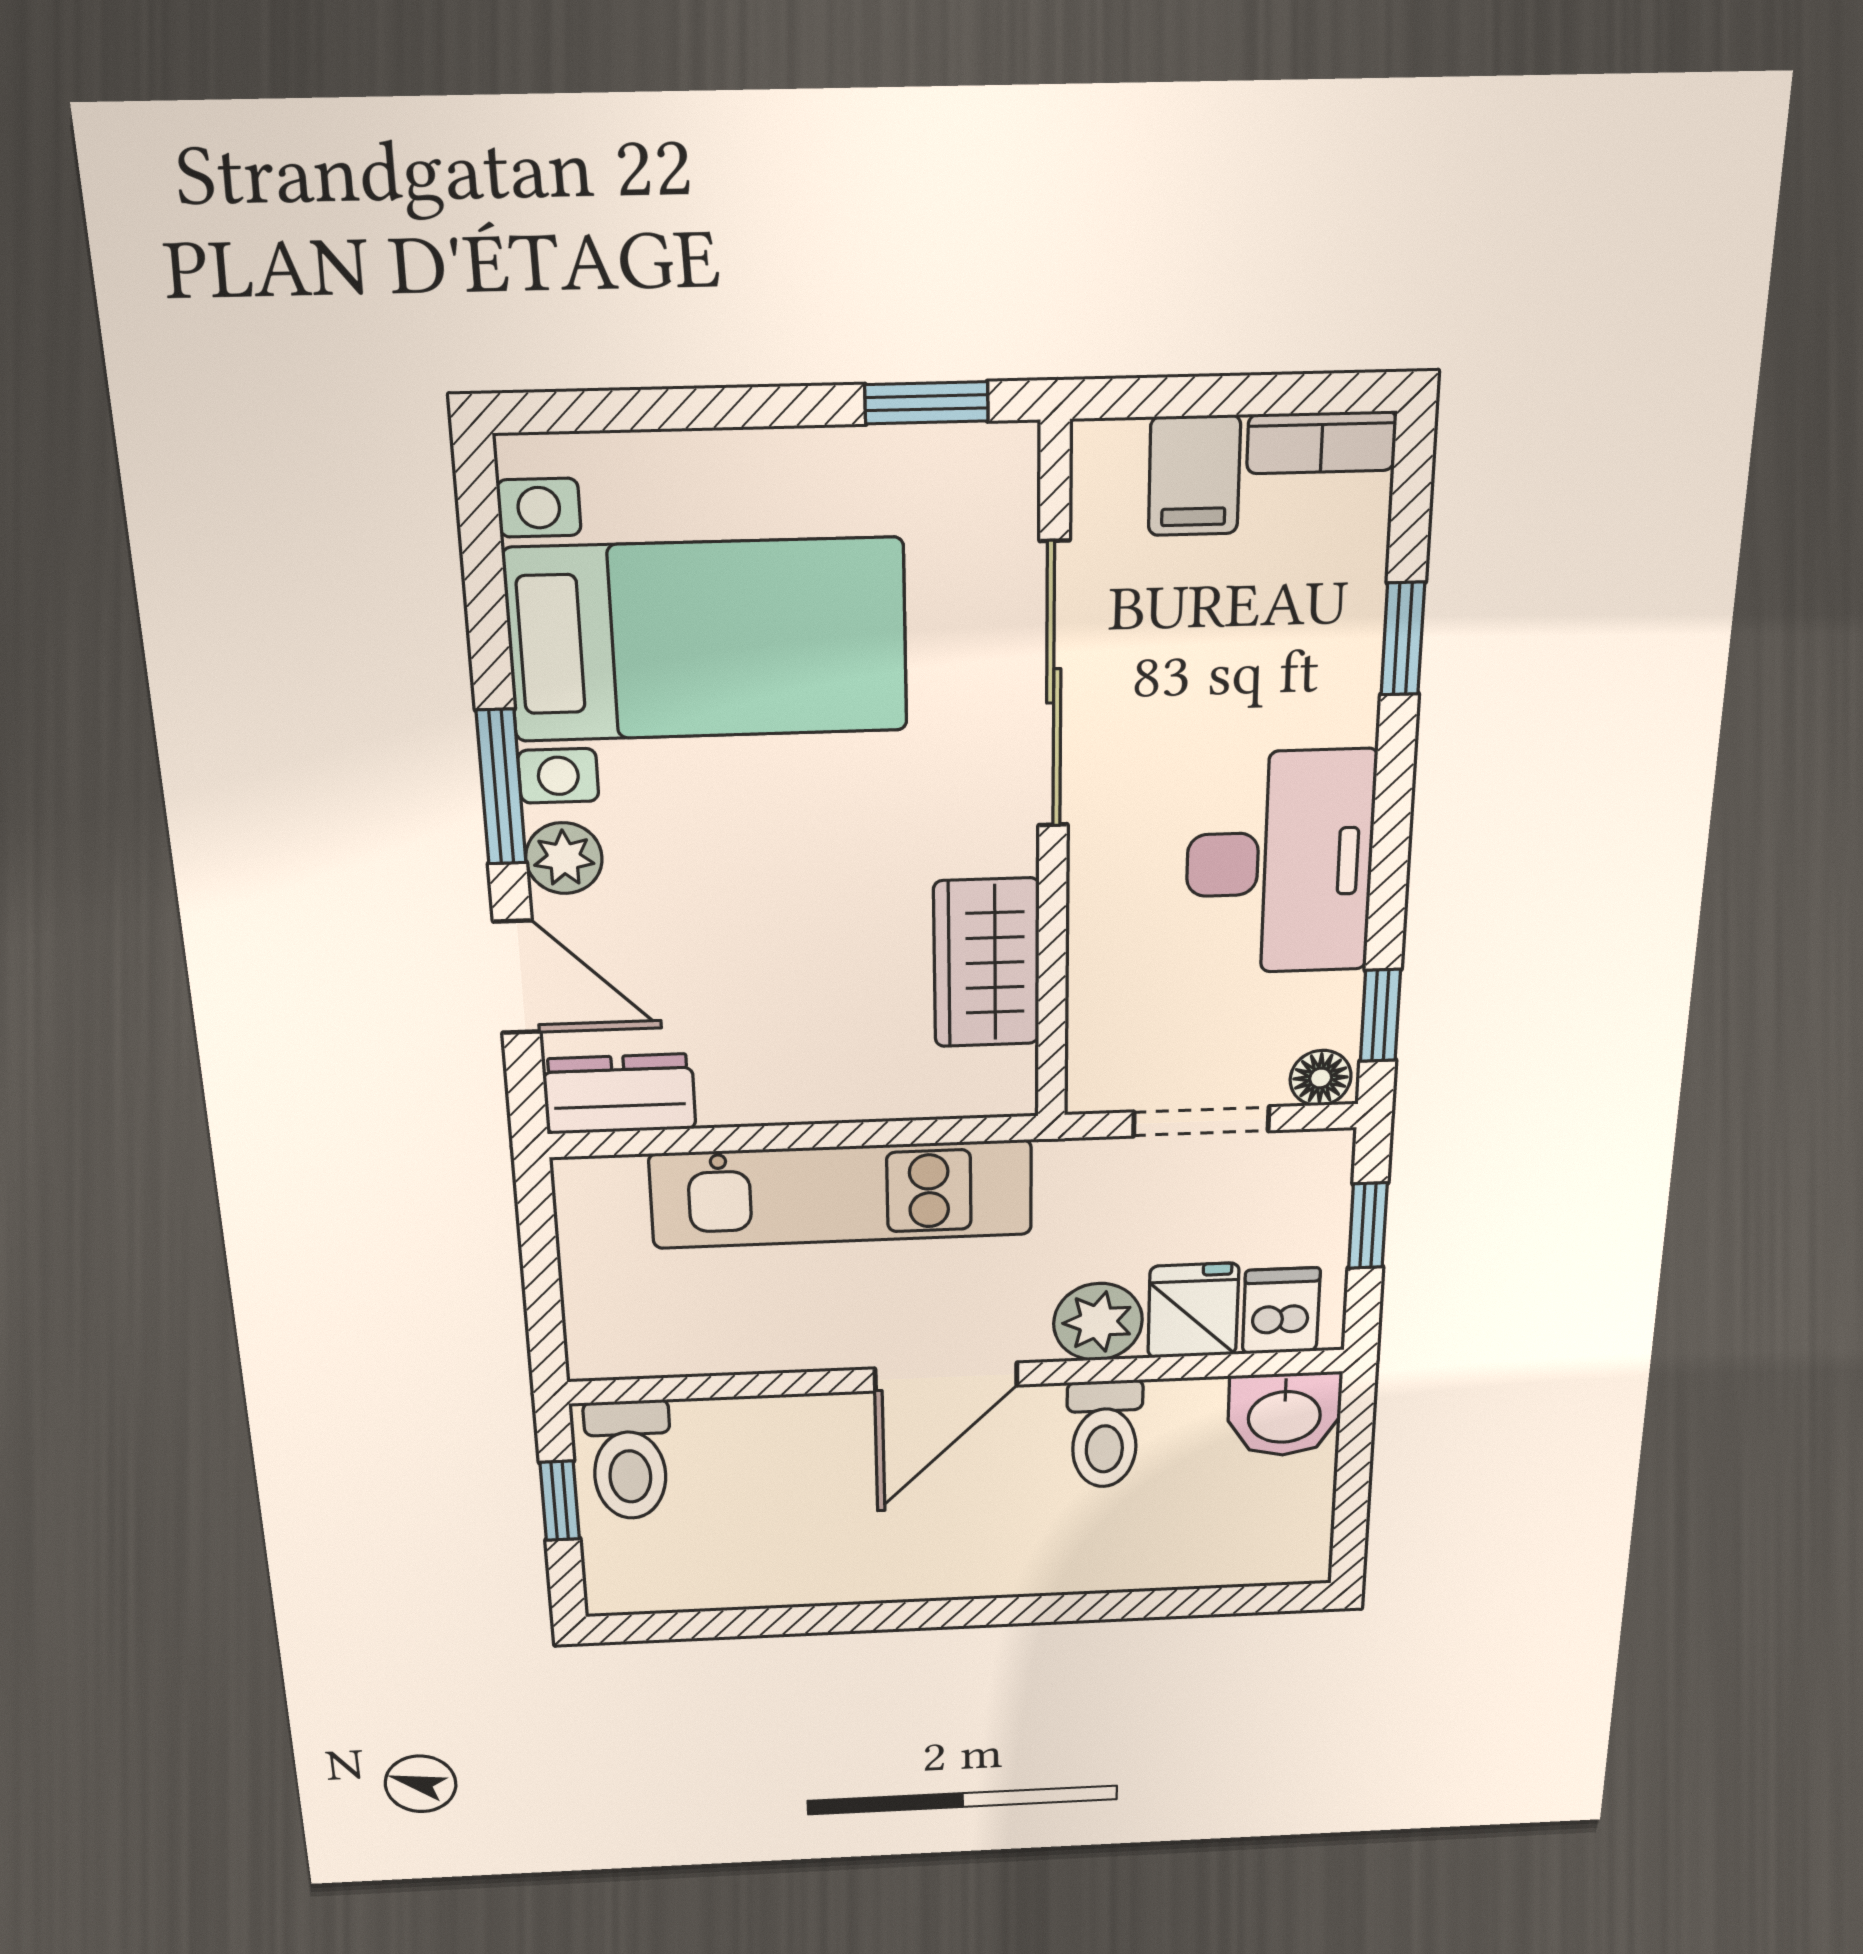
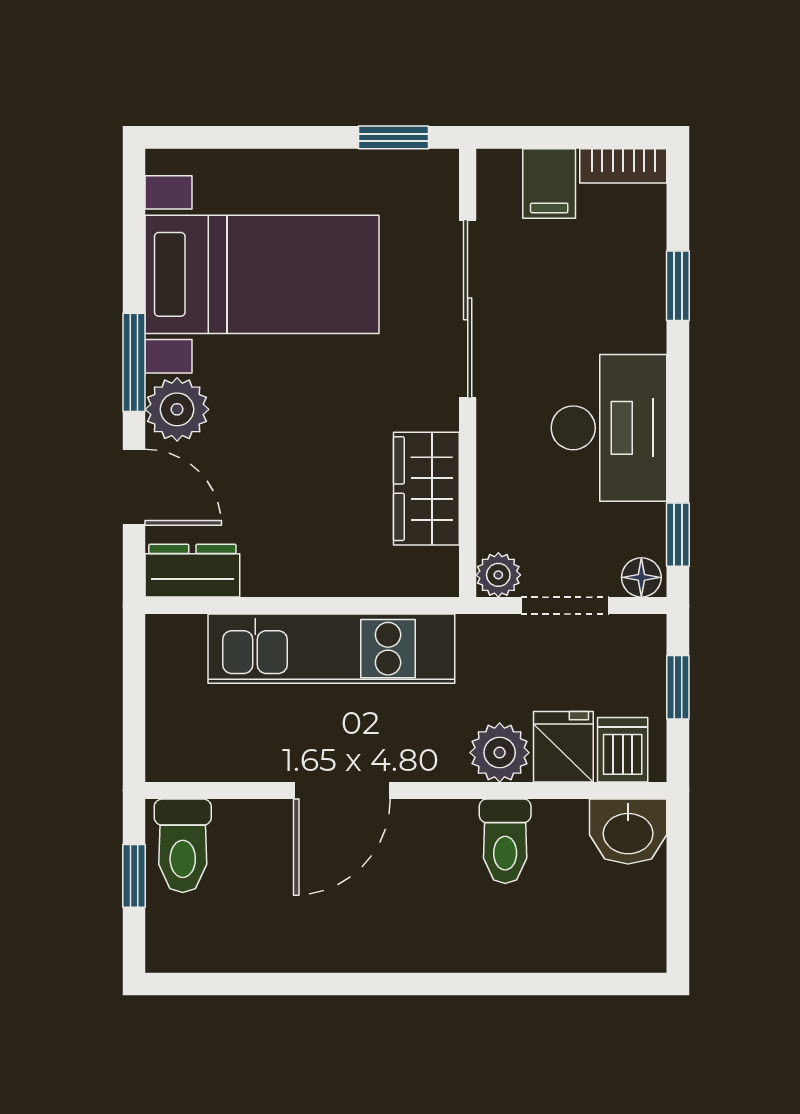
plant: (564, 858) -> (177, 409), width x1.38, depth x1.38
plant: (1099, 1082) -> (498, 575), added
door: (946, 1377) -> (342, 791), moved

